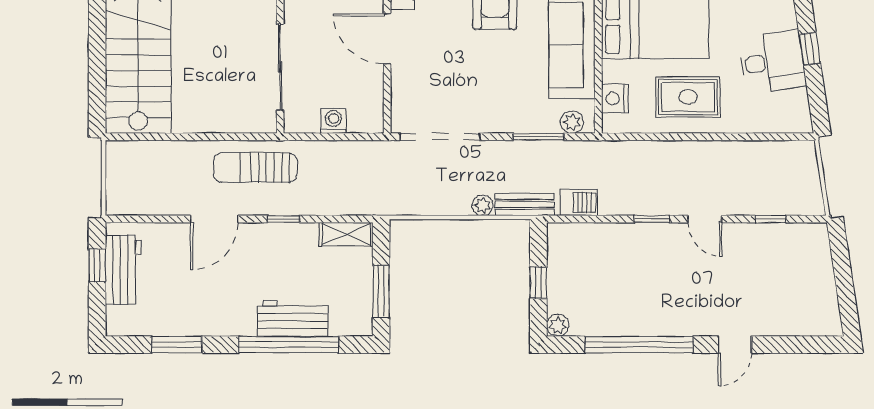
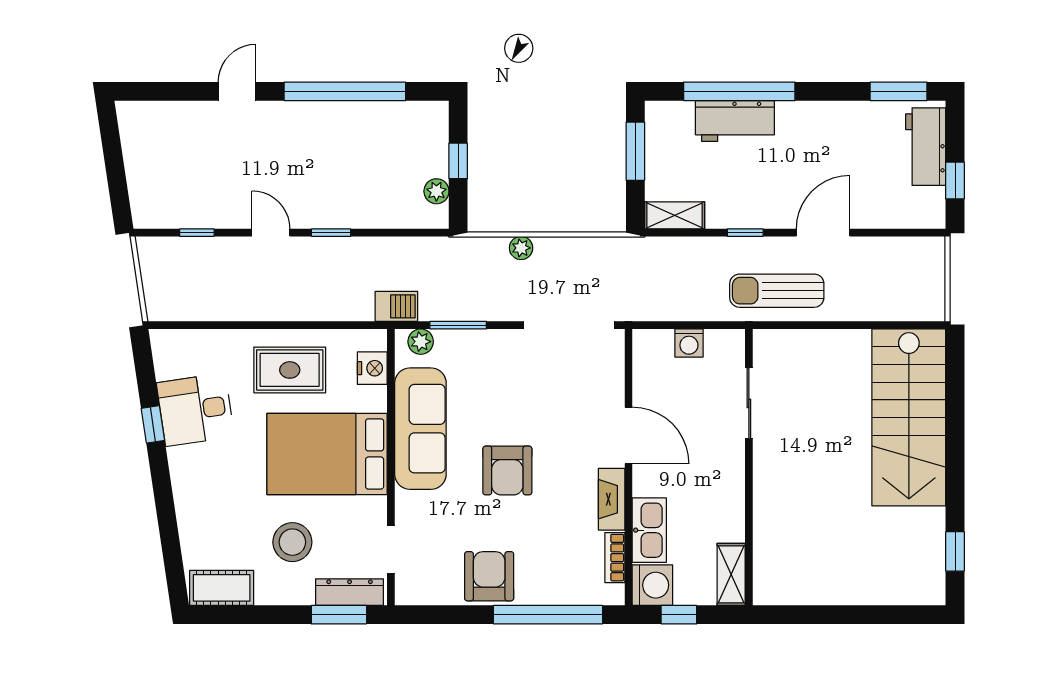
sliding door: (280, 67) -> (749, 403), width x0.73
sun lounger: (255, 167) -> (777, 291), turned 180
barbecue: (579, 202) -> (396, 306), moved, turned 180
bench: (525, 204) -> (474, 249), removed
workbench: (123, 270) -> (926, 147), moved
plant: (558, 325) -> (436, 191), moved
window: (177, 345) -> (899, 91), moved

